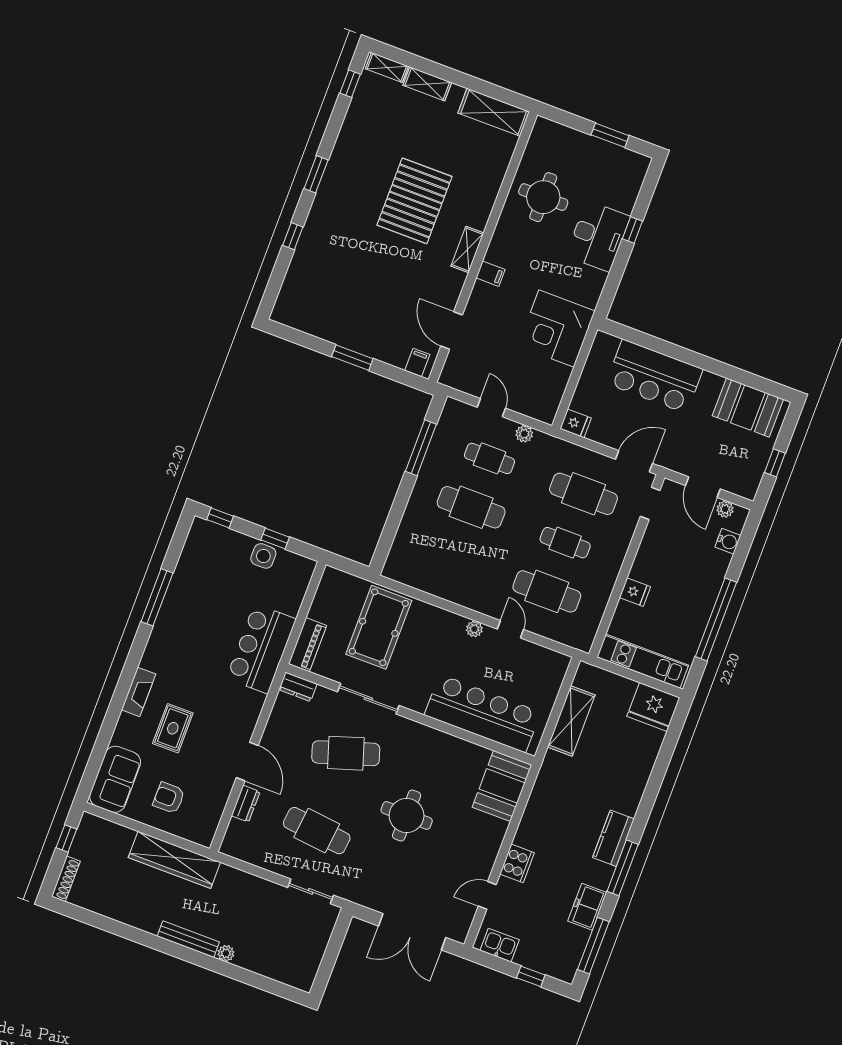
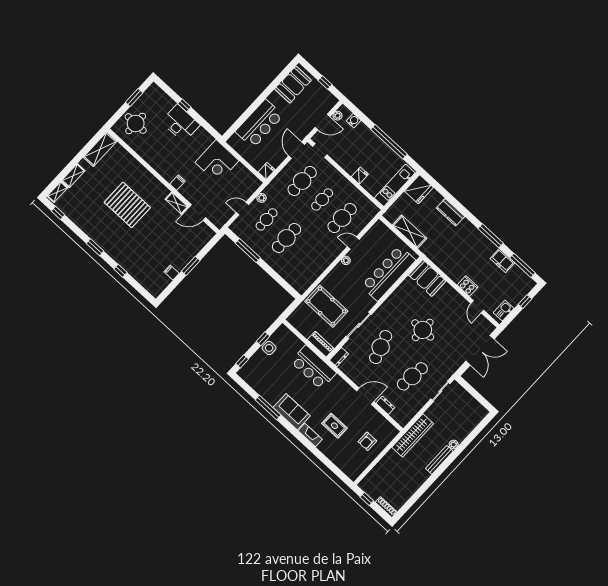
round table: (543, 197) -> (136, 124), moved
shelving: (467, 250) -> (177, 203), moved
filing cabinet: (417, 363) -> (172, 273), moved
sofa: (115, 779) -> (292, 412), moved
kitchen counter: (613, 838) -> (450, 212), moved
wardrobe: (174, 860) -> (413, 435), moved

